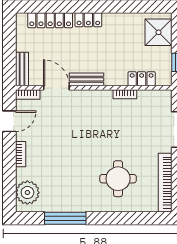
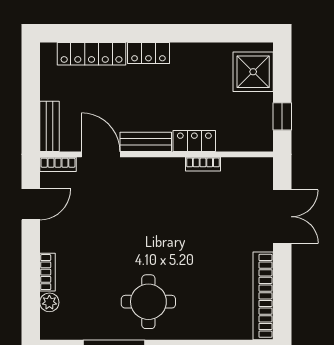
locker: (142, 79) -> (194, 141), moved
bookcase: (21, 154) -> (48, 272), moved
round table: (118, 179) -> (148, 302), moved
plant: (27, 193) -> (49, 302), width x0.53, depth x0.53

